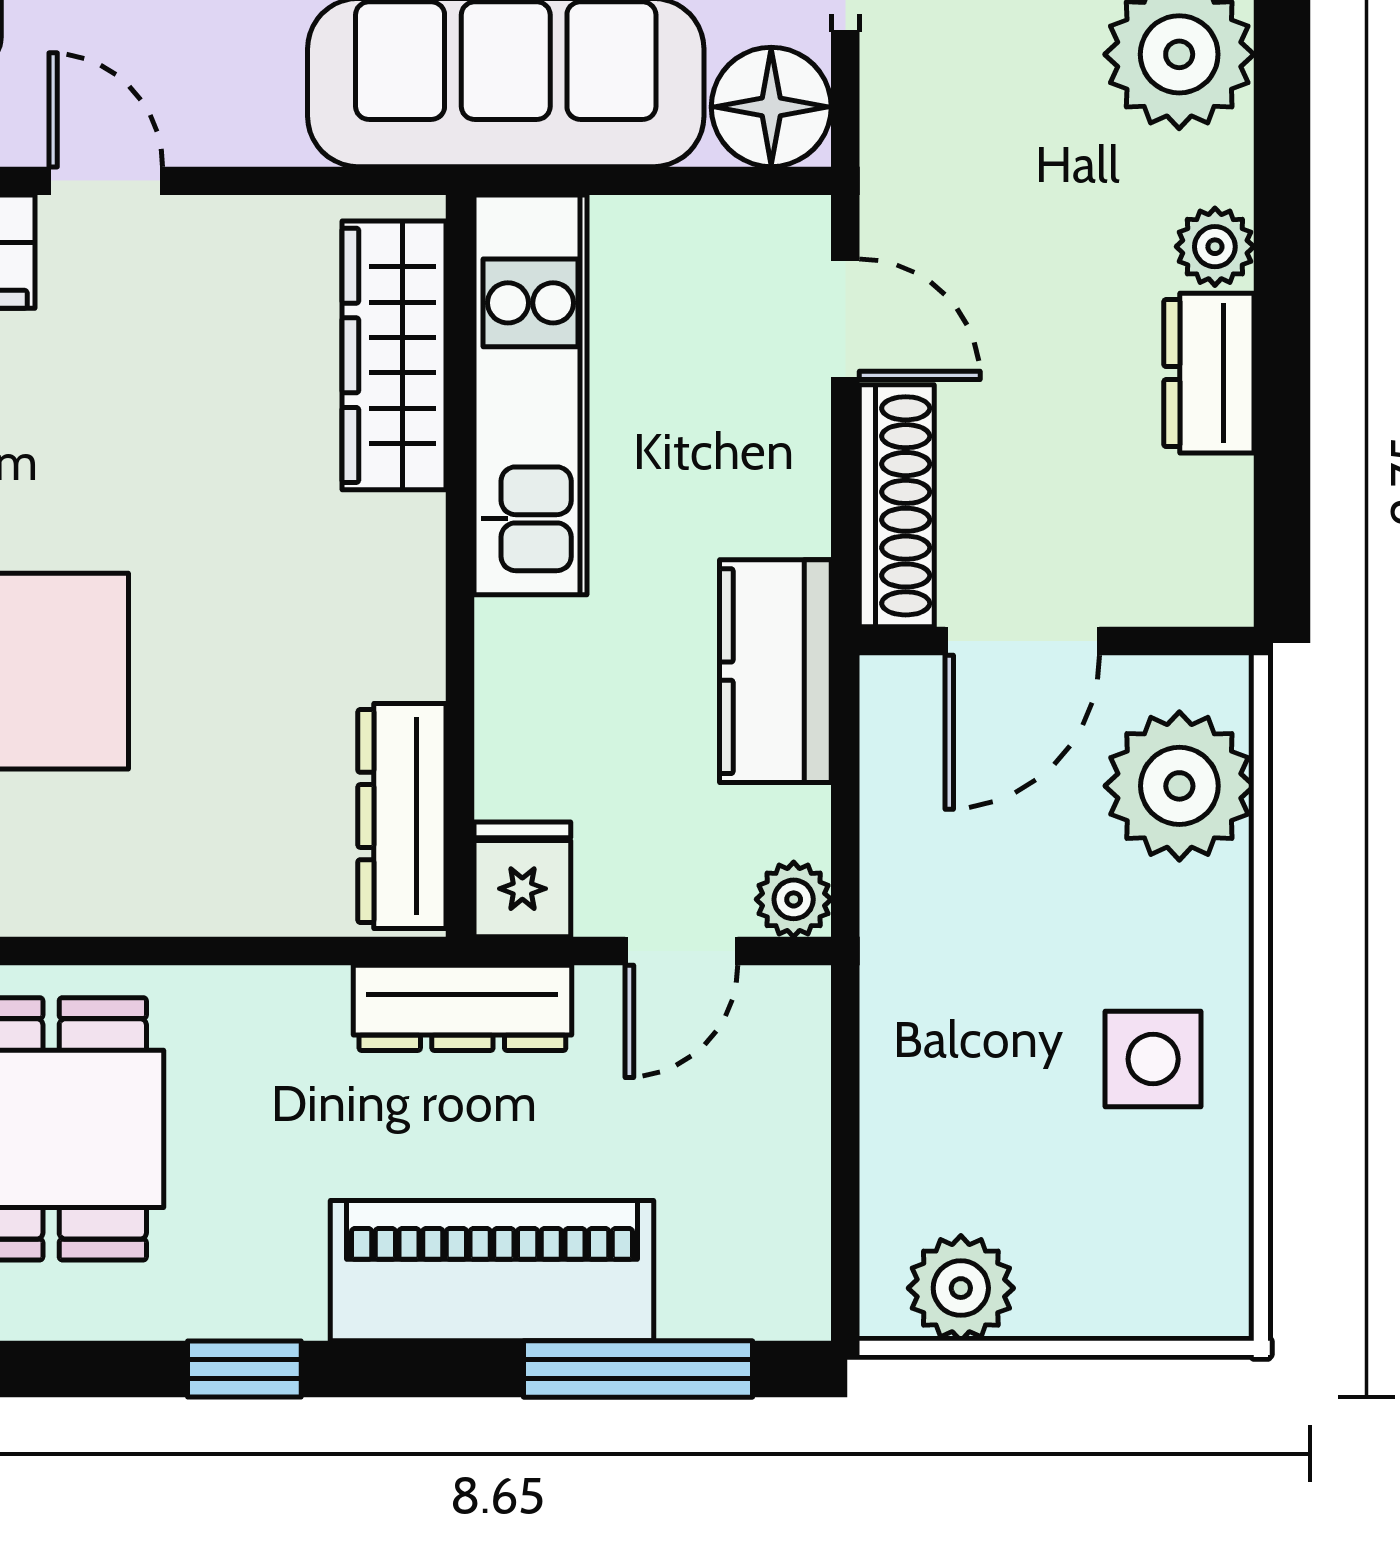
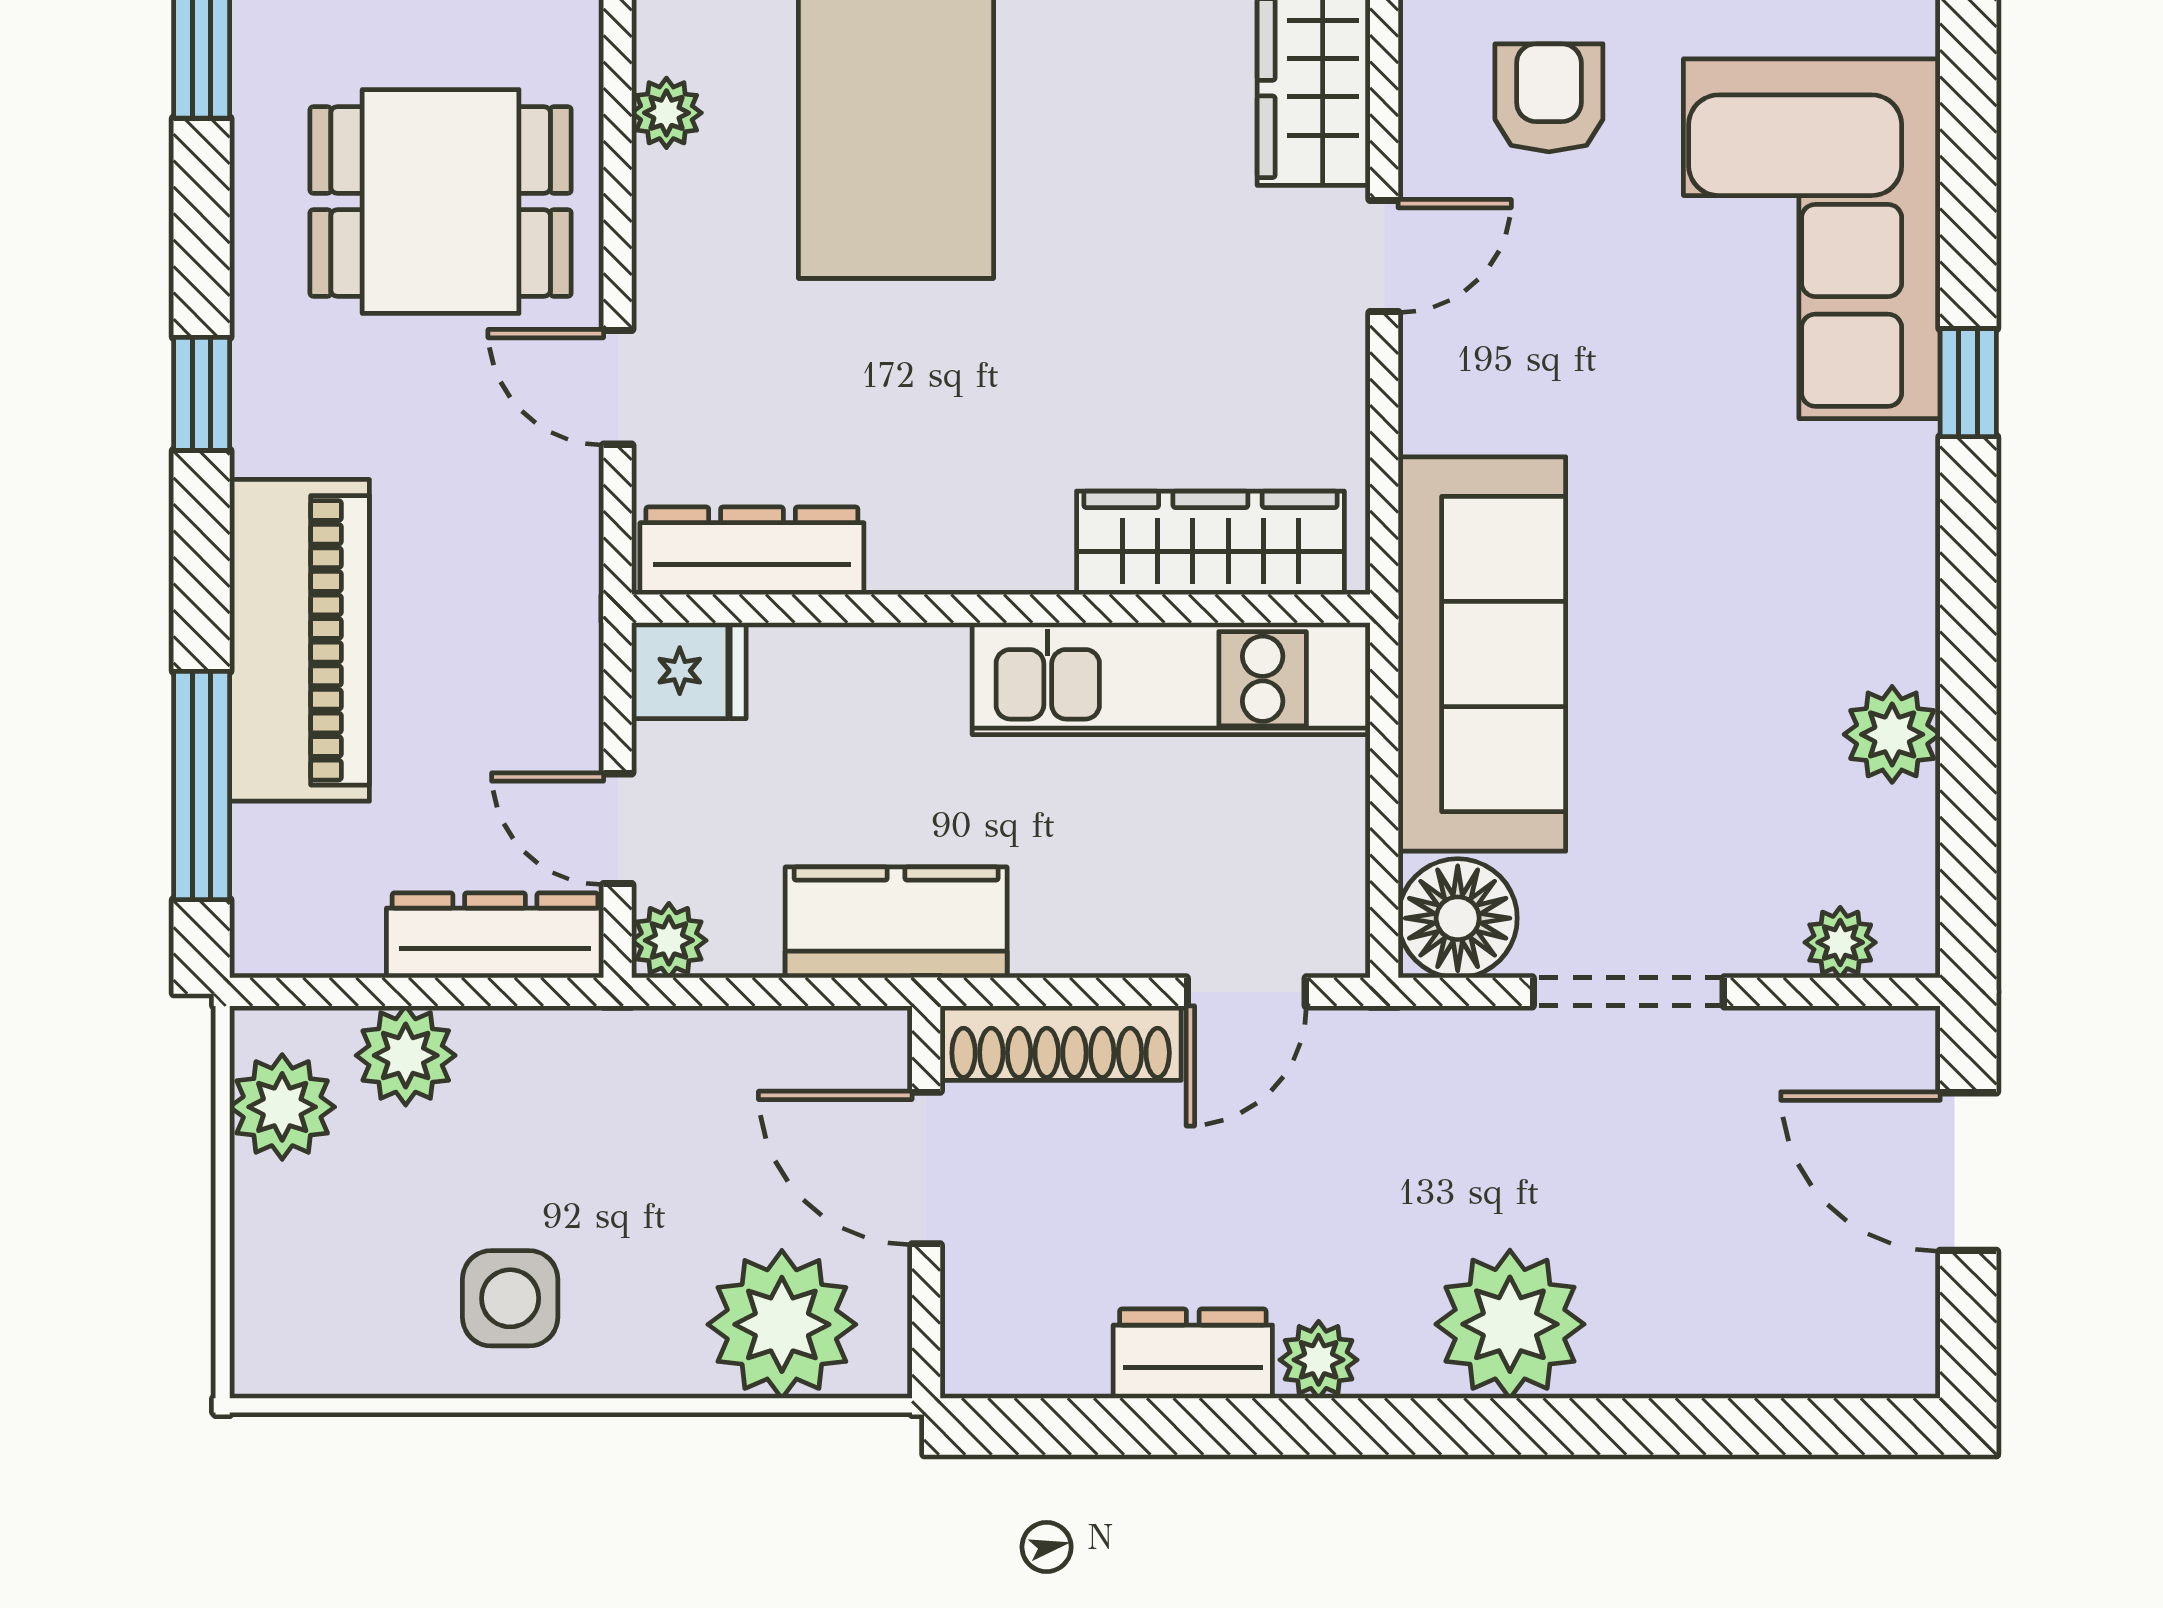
door: (238, 951) -> (618, 387), added
dresser: (462, 1008) -> (495, 935), moved, turned 90
plant: (909, 1164) -> (406, 1055), added

